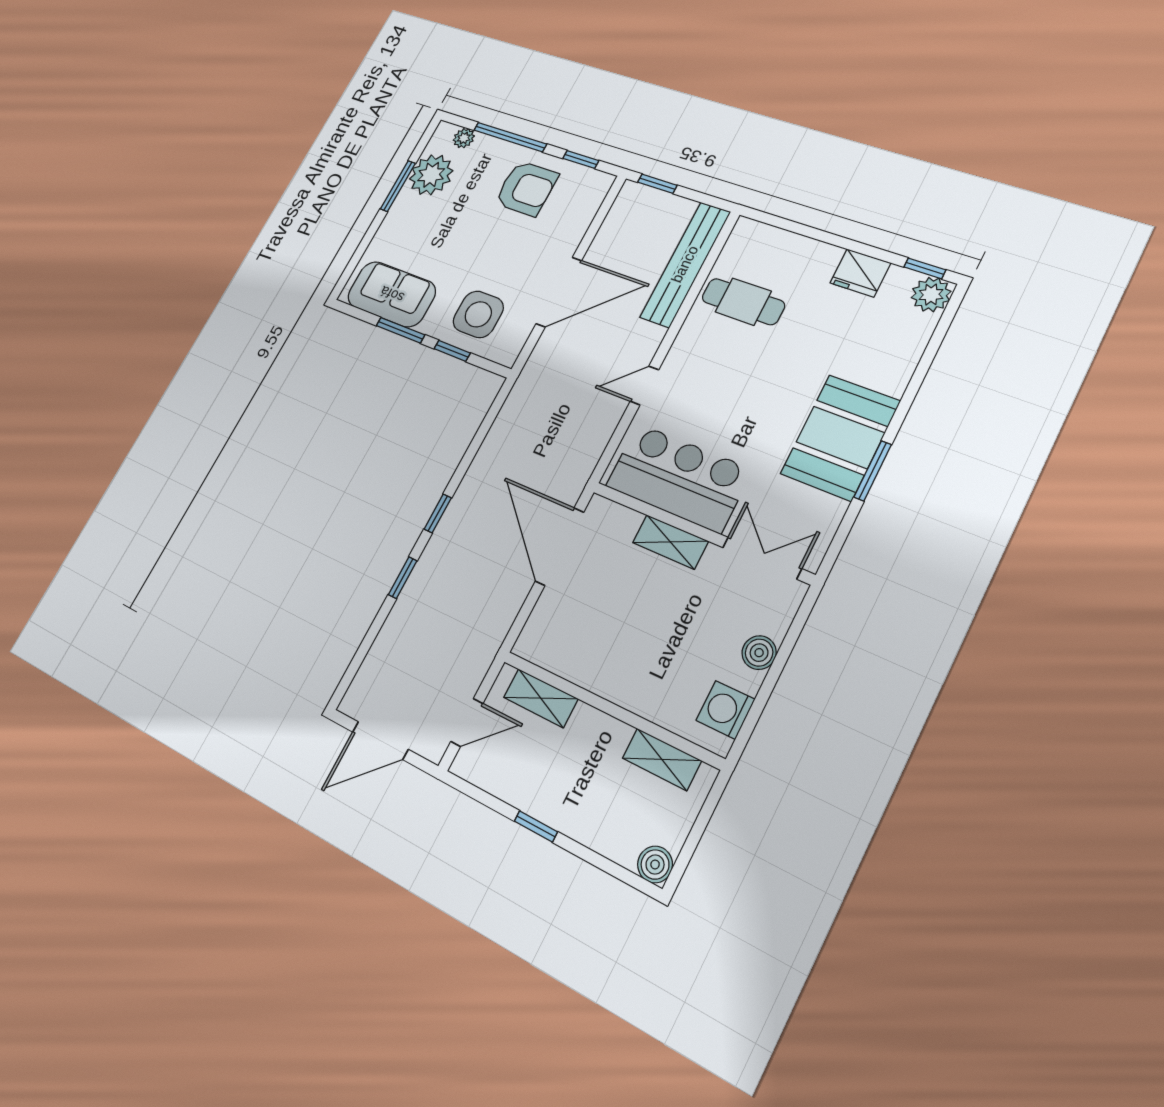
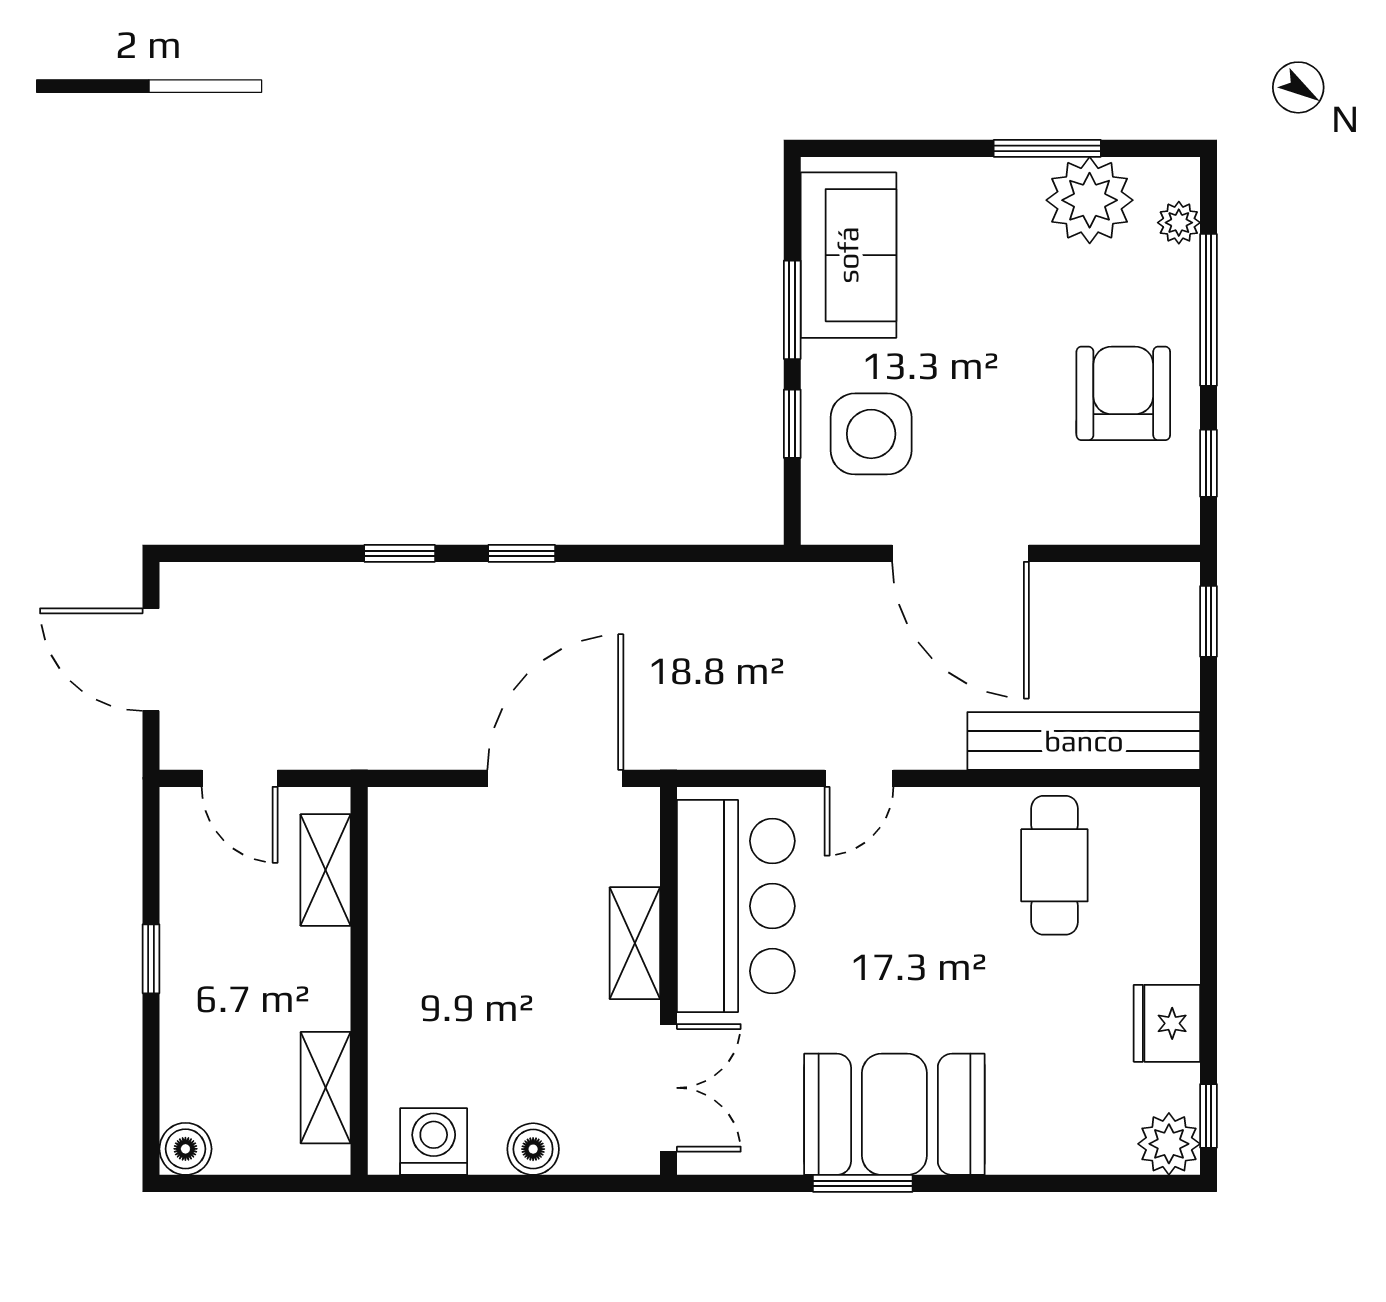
armchair: (526, 188) -> (1123, 393), turned 180
door: (644, 385) -> (859, 778), swing flipped

